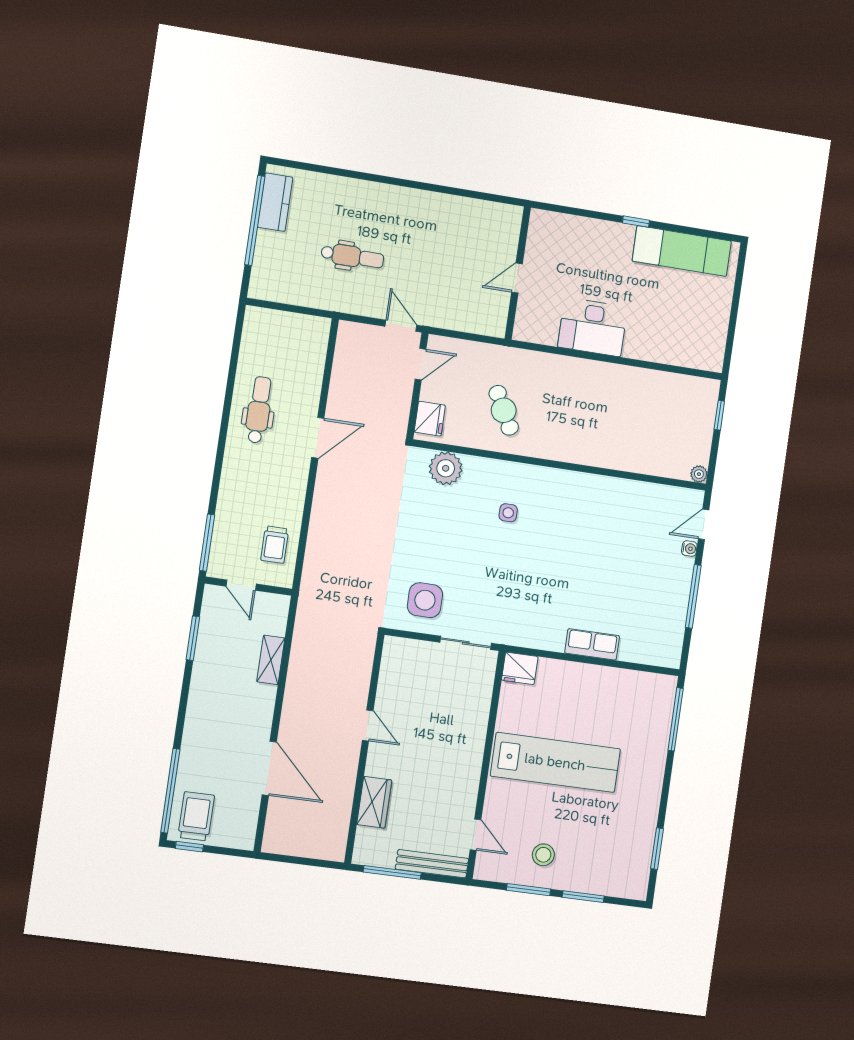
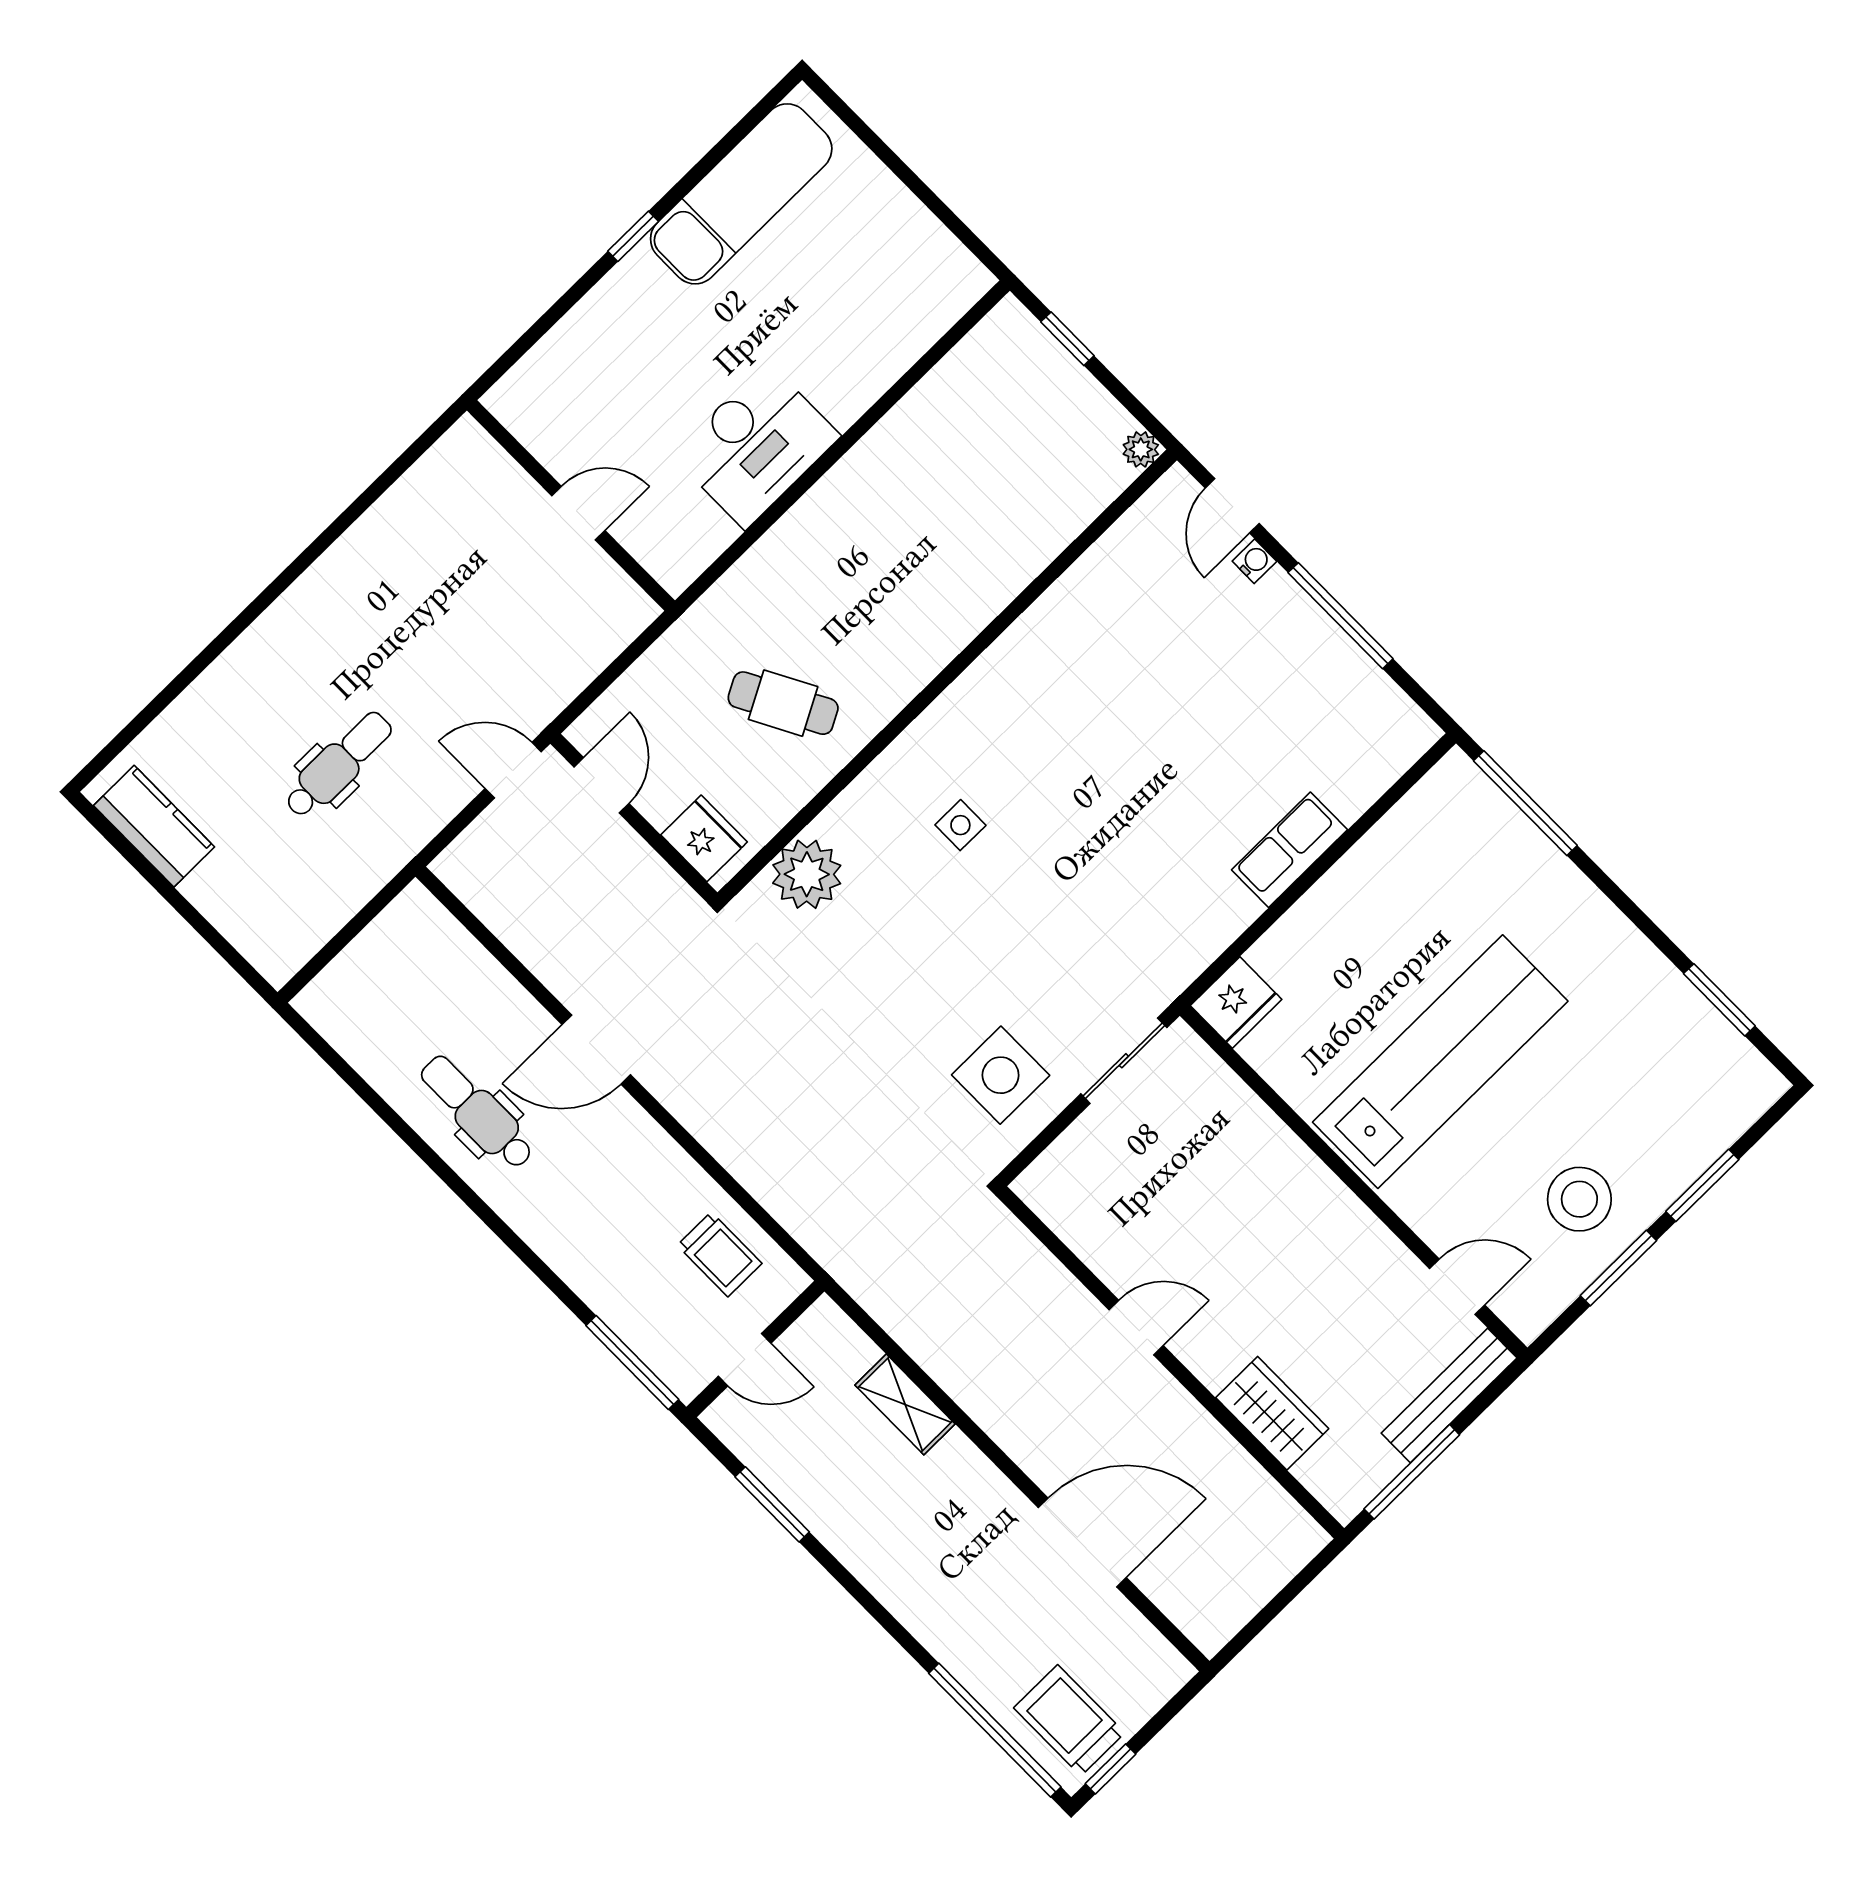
window: (255, 220) -> (159, 883), removed
door: (517, 278) -> (578, 513), swing flipped
door: (318, 438) -> (596, 1050), swing flipped
stool: (543, 855) -> (1579, 1199), width x1.38, depth x1.38

